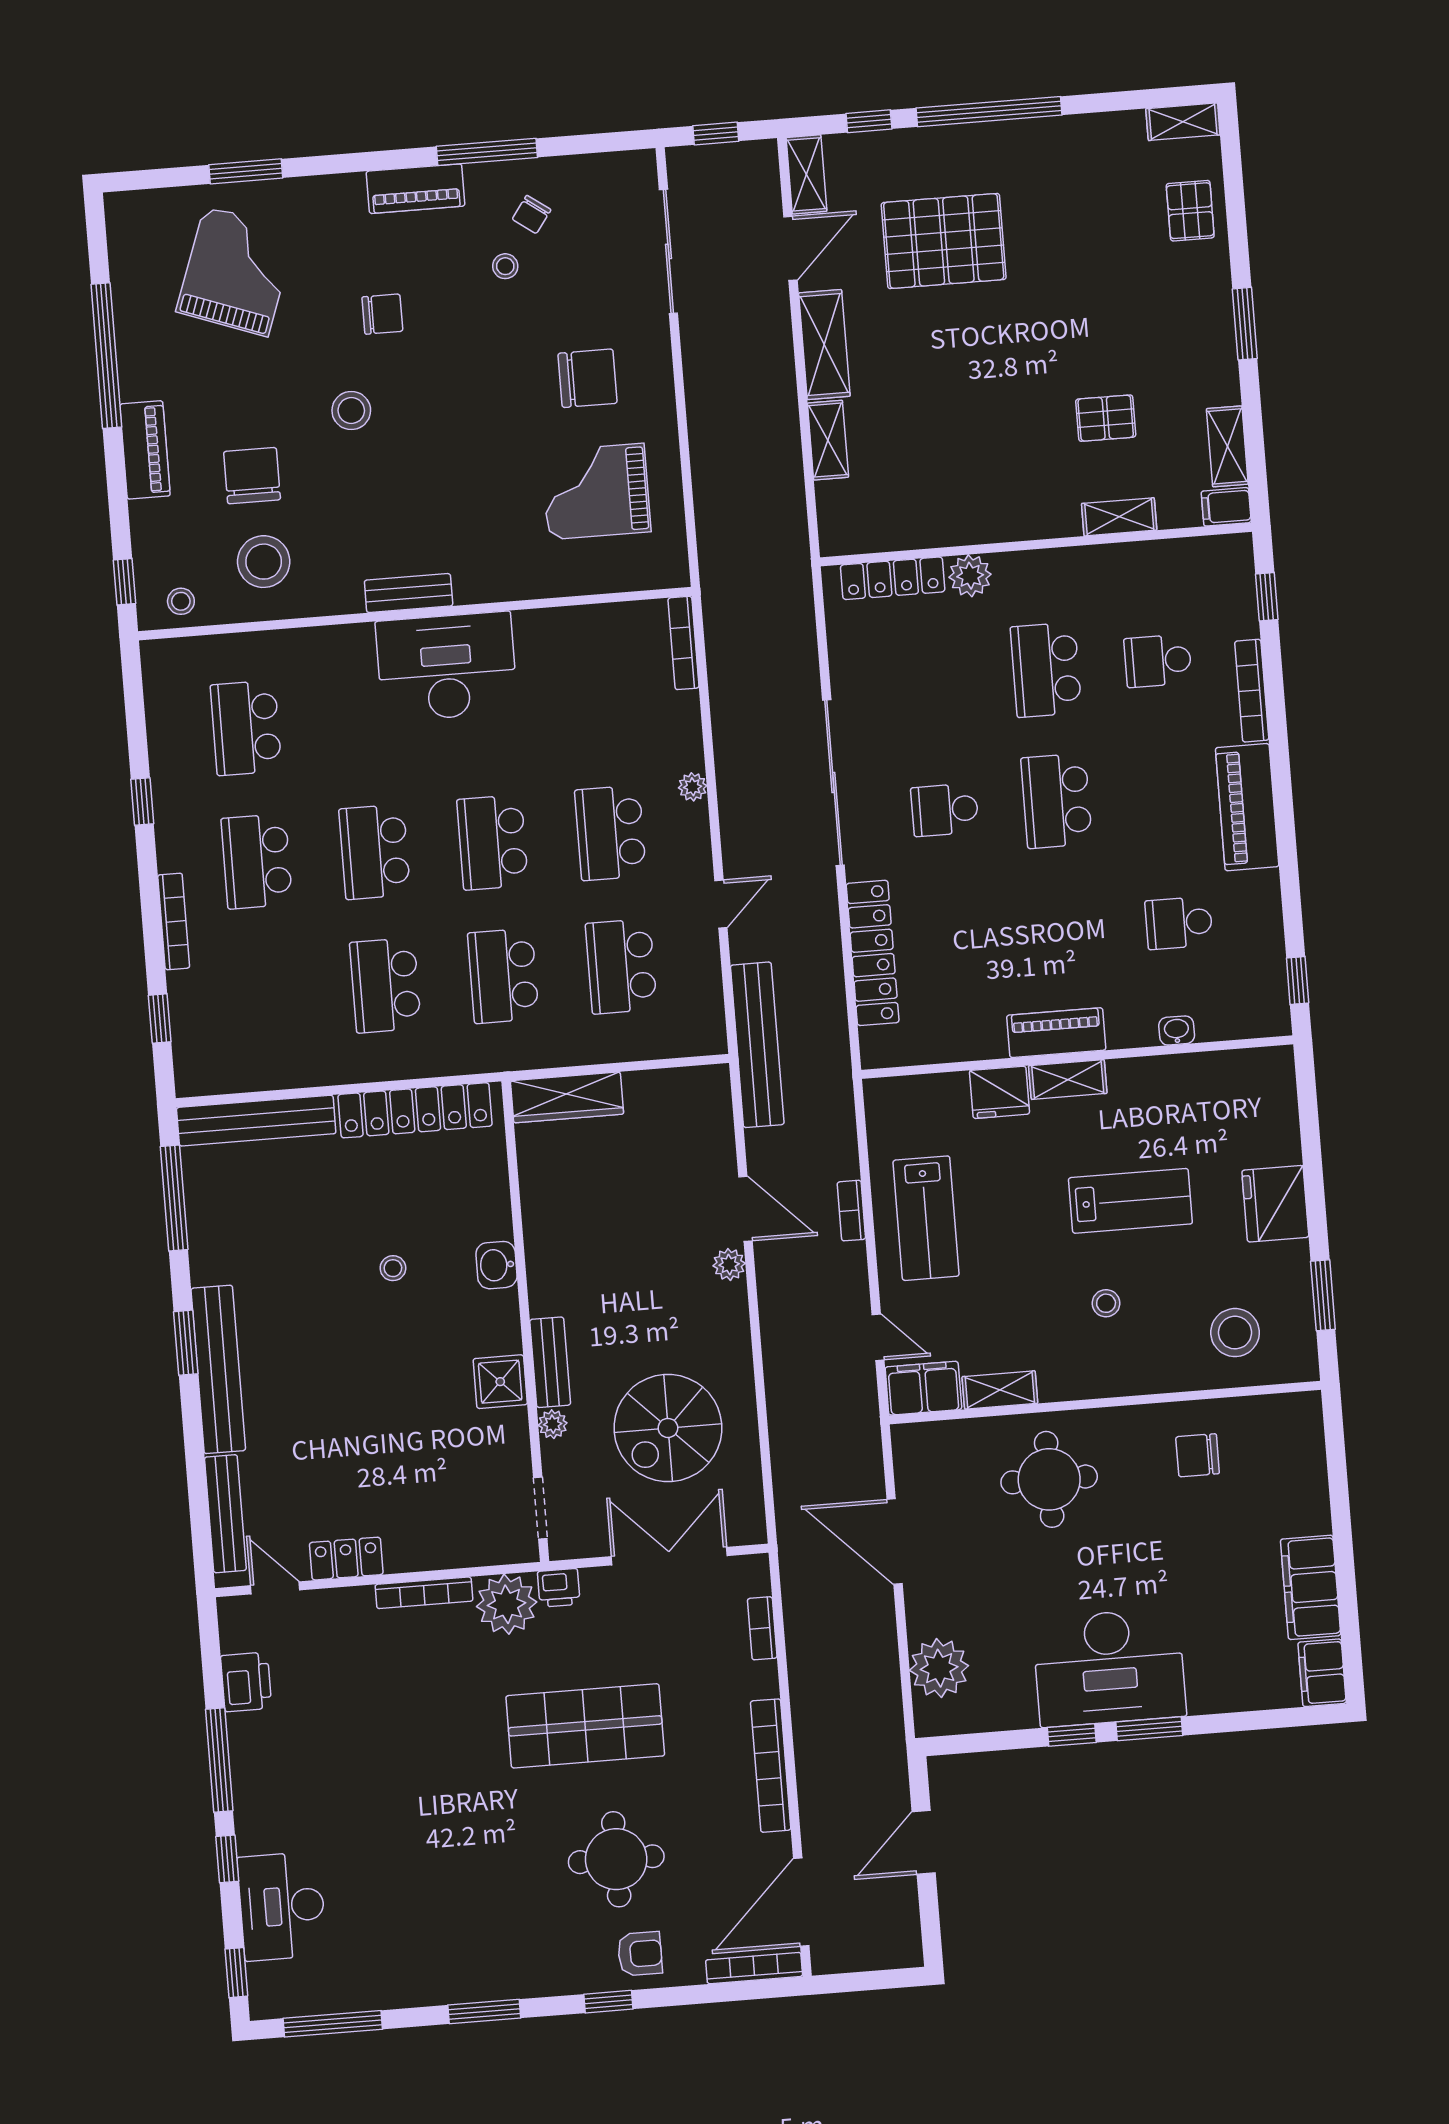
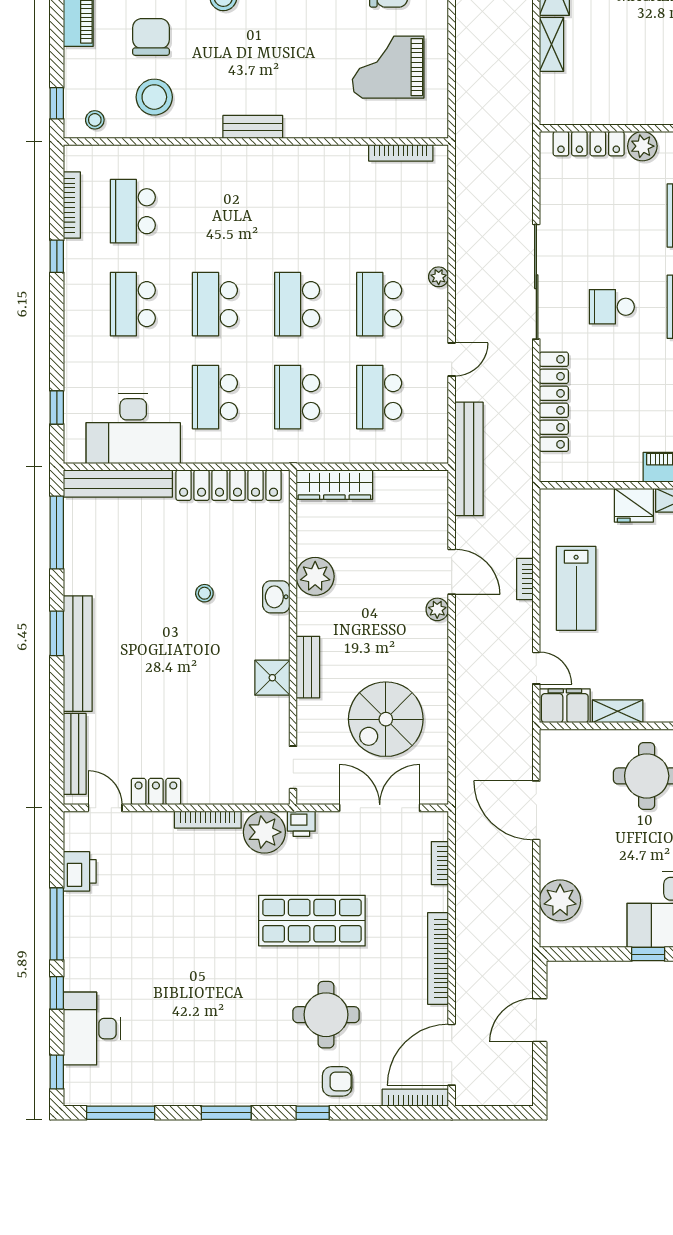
bookcase: (683, 643) -> (401, 153), moved, turned -90
desk: (447, 667) -> (133, 428), moved, turned 180
bookcase: (174, 921) -> (72, 205), moved
plant: (553, 1424) -> (315, 576), moved, width x1.88, depth x1.88

